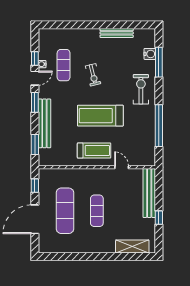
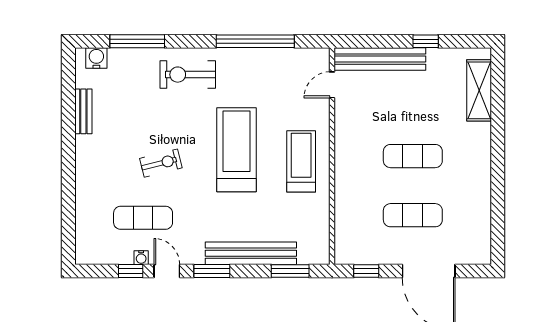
bench: (117, 33) -> (83, 111), width x0.73
water cooler: (150, 54) -> (96, 58), moved
treadmill: (100, 116) -> (237, 150), turned 180
door: (122, 167) -> (332, 85), moved
exercise mat: (65, 211) -> (413, 215), width x0.73, depth x0.69

